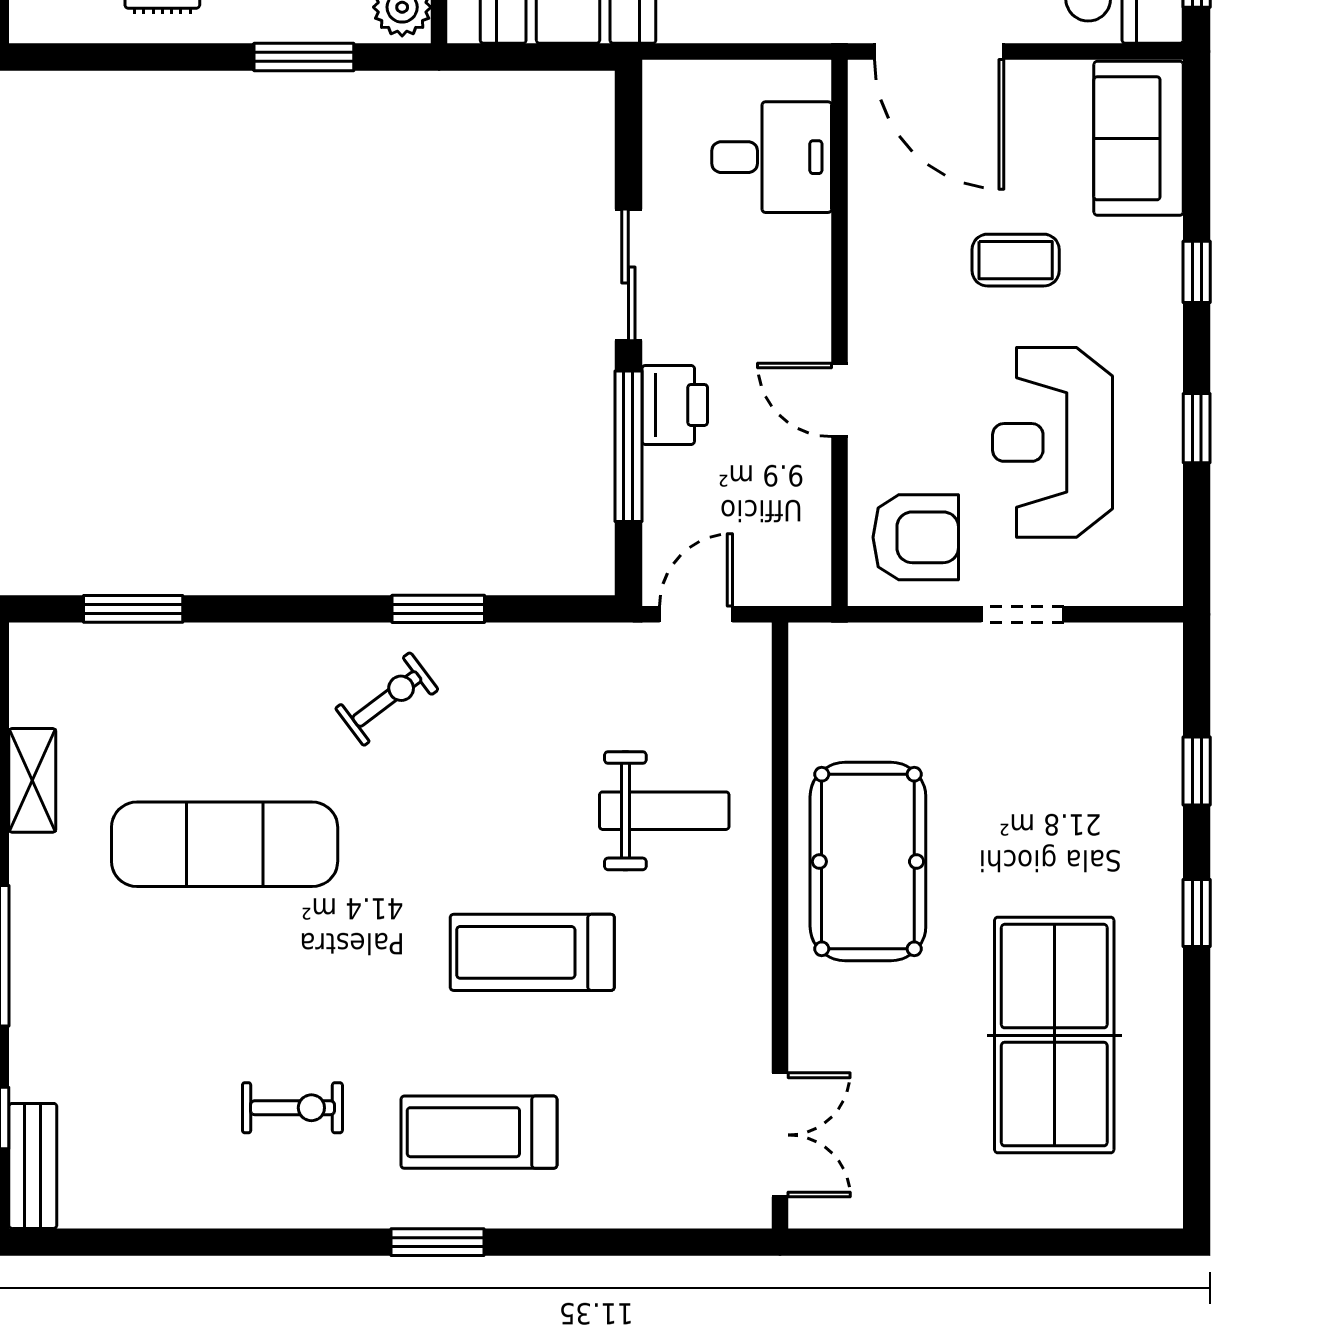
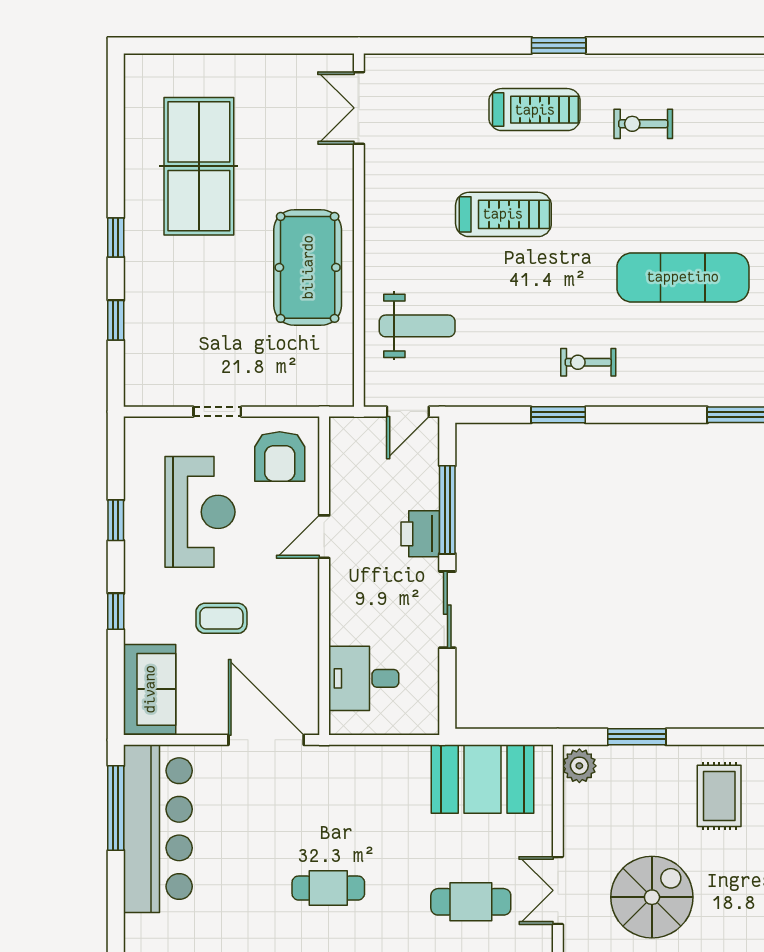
door: (840, 400) -> (324, 537), swing flipped
armchair: (916, 537) -> (280, 457), turned -90
exercise bike: (387, 699) -> (588, 362), turned 37
weight bench: (664, 811) -> (417, 326), moved, turned 180

